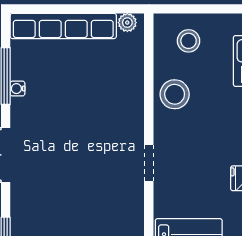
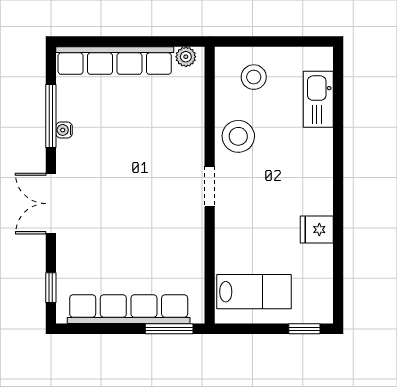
doorway: (149, 163) -> (210, 187), moved

